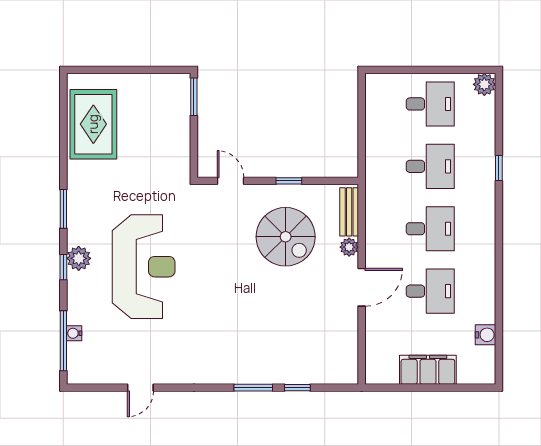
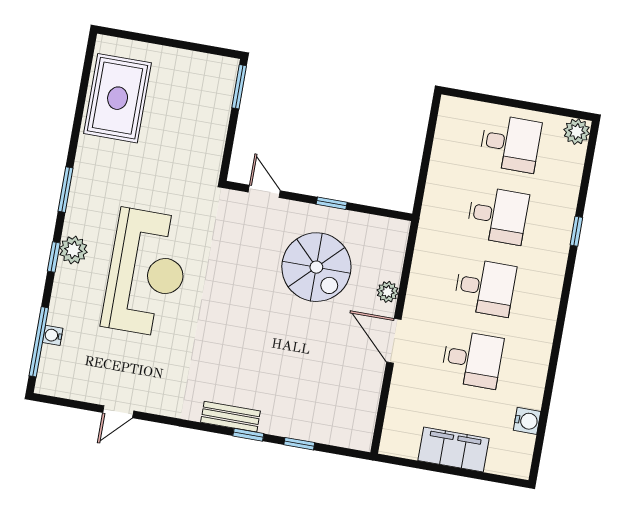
bench: (349, 212) -> (230, 417), moved, turned 90
door: (362, 287) -> (394, 341), swing flipped
window: (253, 388) -> (248, 435), width x0.67

